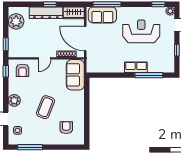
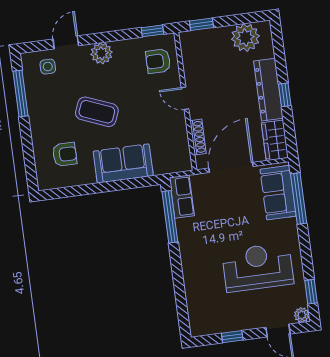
reception desk: (141, 31) -> (258, 267), turned -90
row of seats: (136, 67) -> (182, 197), moved
sofa: (75, 75) -> (123, 163), moved
window: (149, 75) -> (170, 217), moved

